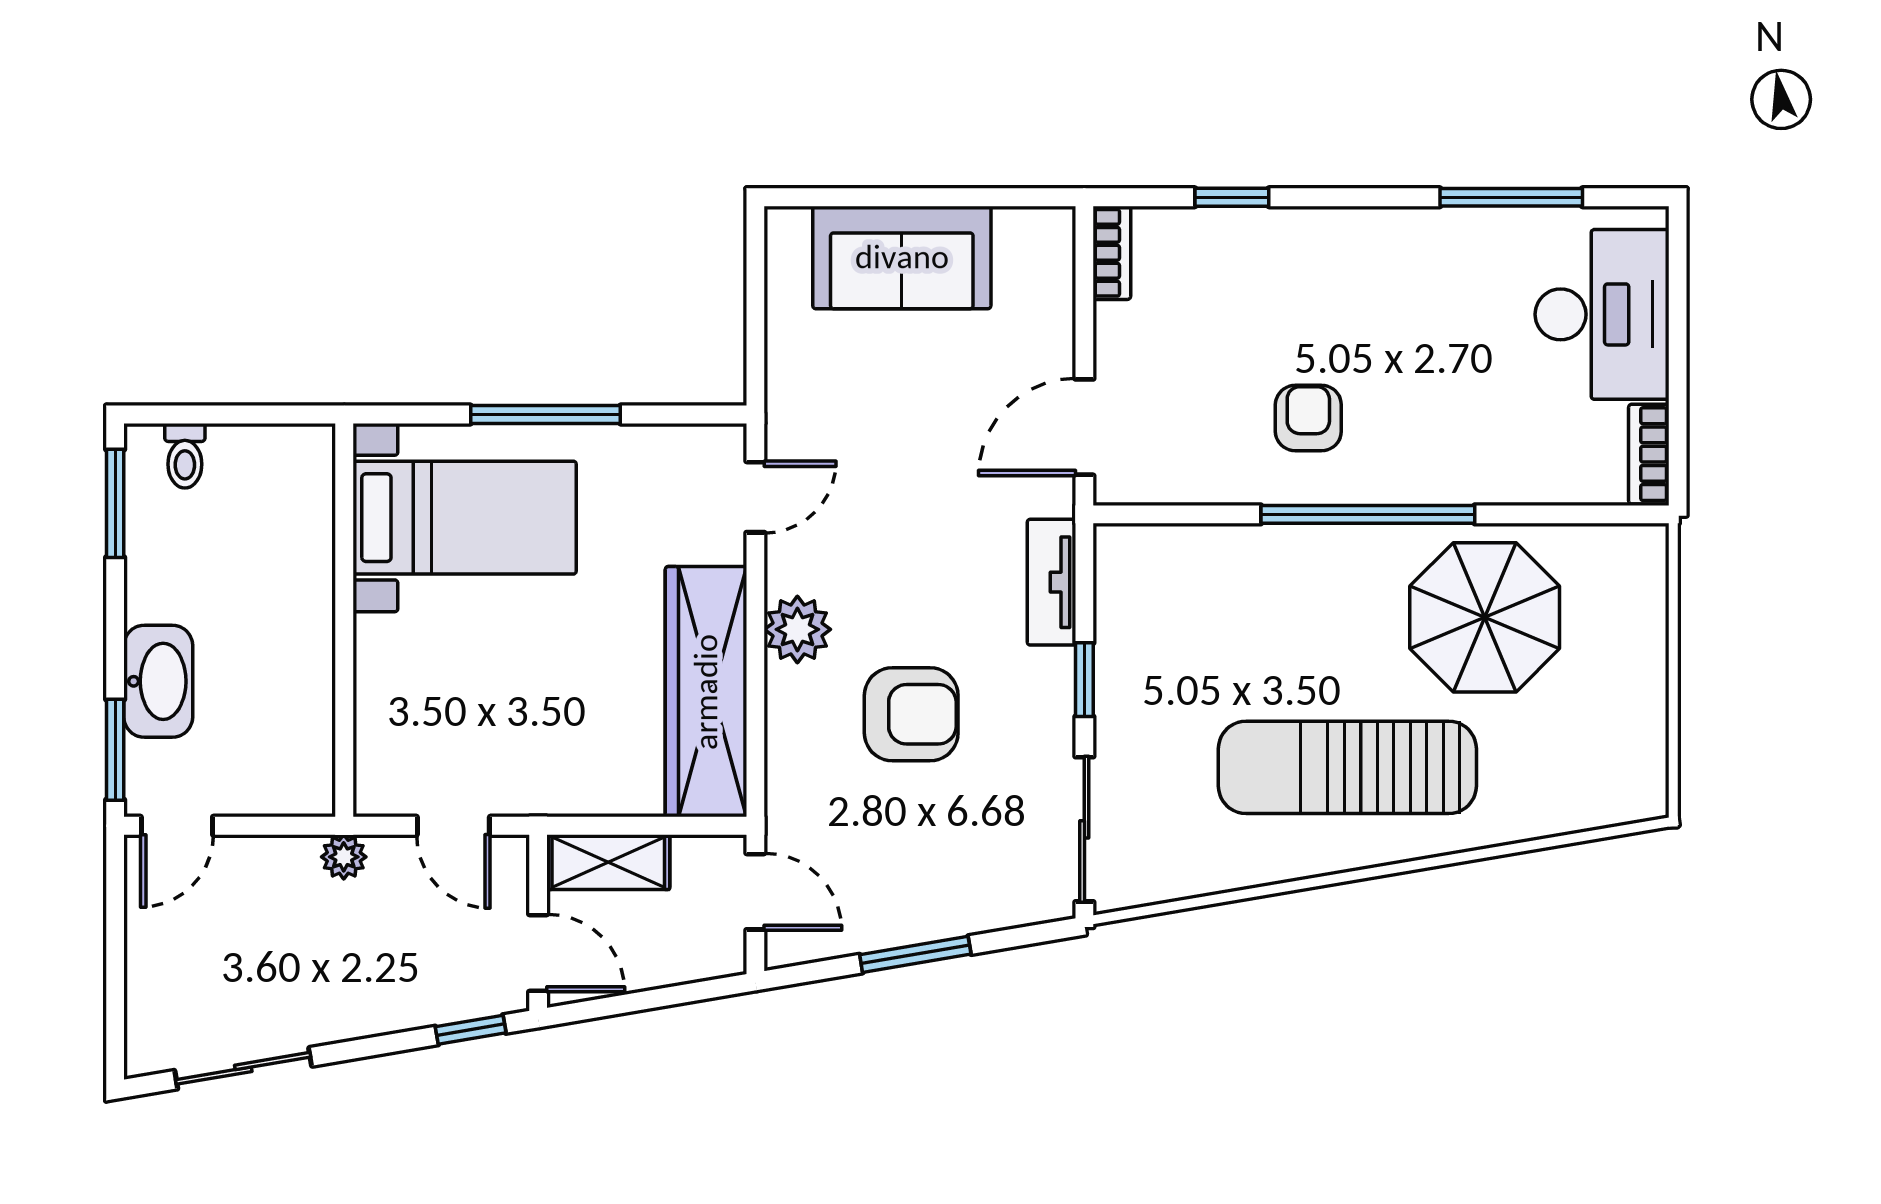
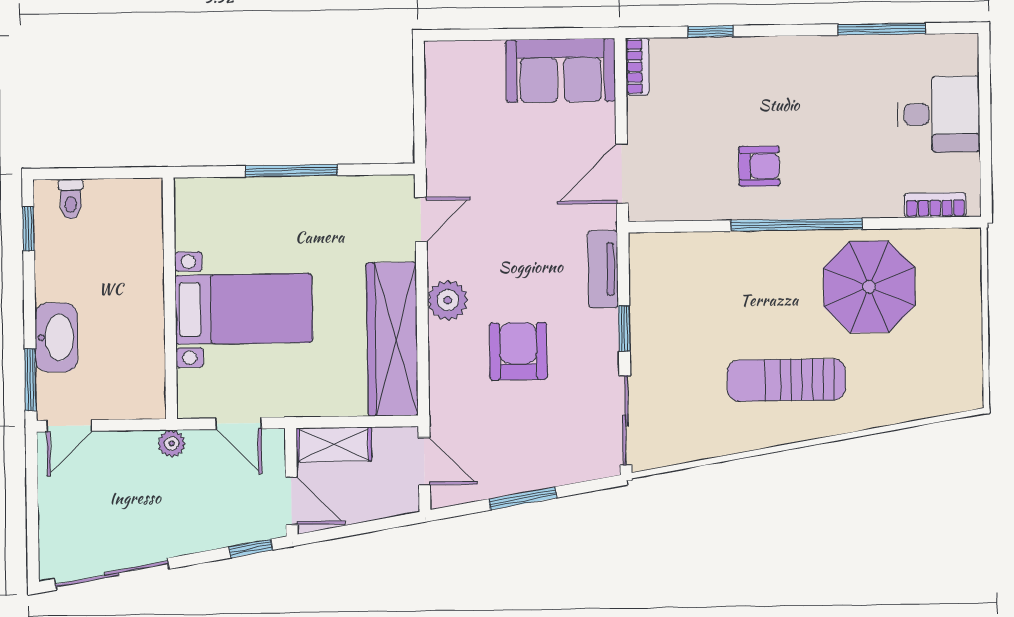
sofa: (902, 257) -> (561, 70), moved
desk: (1602, 314) -> (939, 114), width x0.73
armchair: (1308, 418) -> (759, 166), turned 90
bookcase: (1649, 454) -> (935, 205), moved, turned 90
window: (115, 503) -> (28, 229), width x0.67
bed with nightstands: (465, 518) -> (244, 309), moved
armchair: (911, 714) -> (518, 351), turned -90
sun lounger: (1347, 767) -> (786, 380), width x0.73, depth x0.75
sliding door: (243, 1068) -> (112, 574), width x1.37

